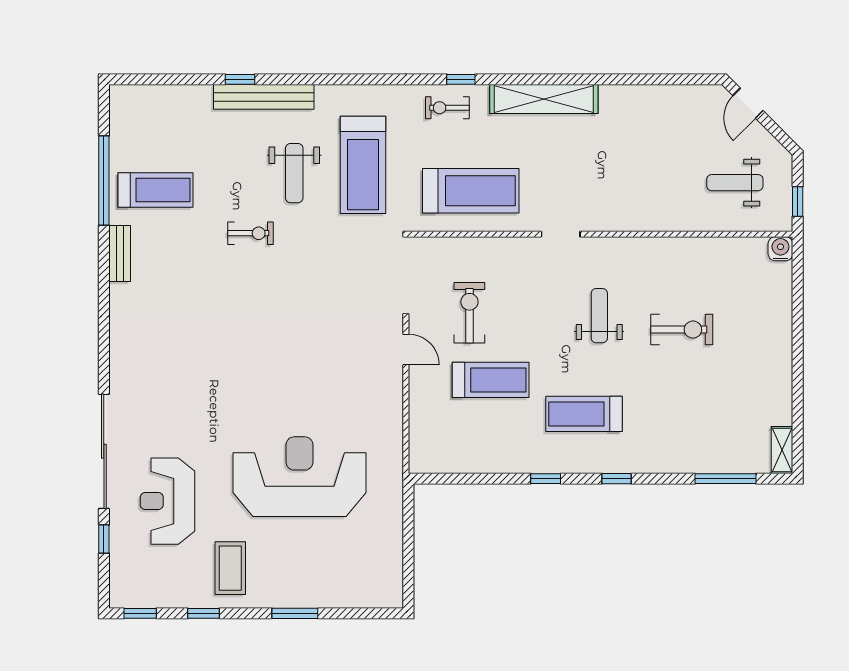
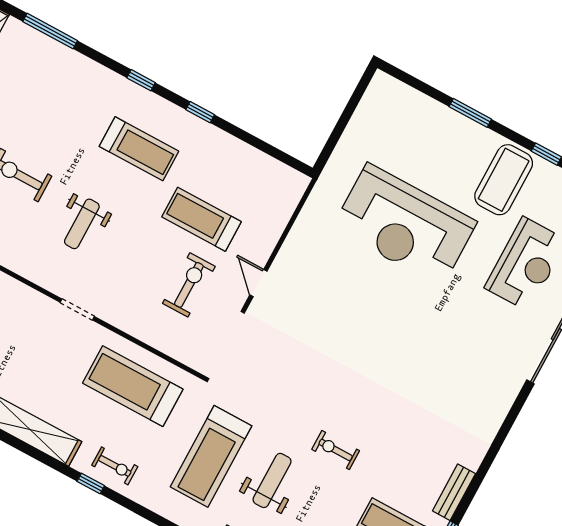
treadmill: (363, 165) -> (211, 456), turned 180
exercise bike: (469, 313) -> (189, 285), turned 180
coffee table: (230, 568) -> (504, 180), width x1.36, depth x1.32

